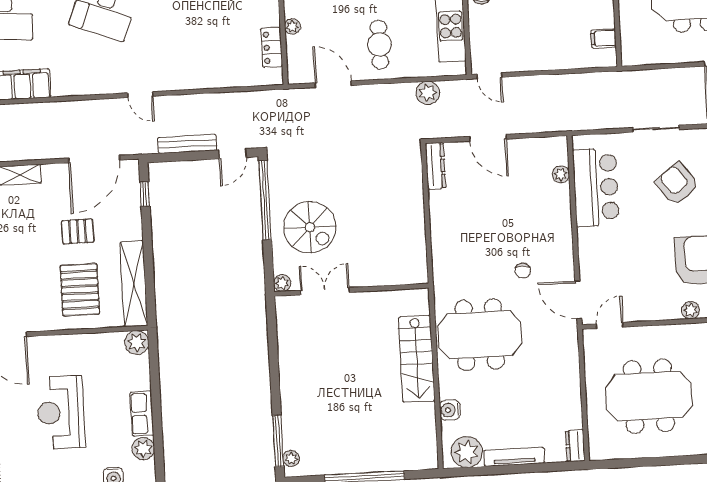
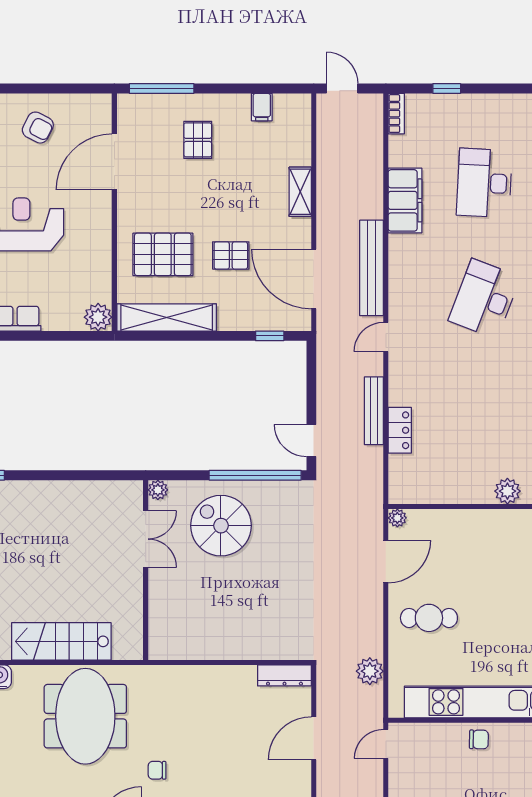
plant: (292, 27) -> (397, 518), moved
locker: (272, 47) -> (400, 430), moved, turned 90
bench: (82, 110) -> (372, 268), added
bench: (187, 144) -> (374, 411), moved
spiral stairs: (310, 227) -> (221, 526), turned 90
pallet: (78, 231) -> (231, 255), turned 90

